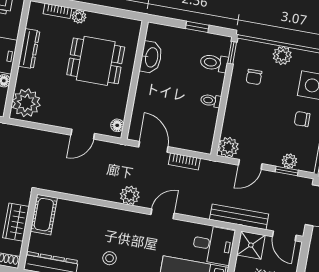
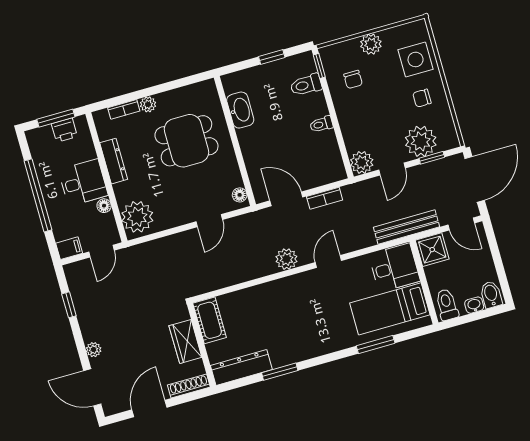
plant: (289, 161) -> (421, 141), width x1.88, depth x1.88
stool: (110, 258) -> (297, 332), removed

